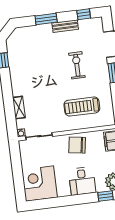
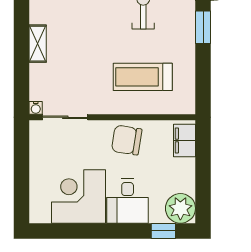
shelving: (19, 108) -> (38, 44), moved
corner desk: (40, 184) -> (79, 196), moved

